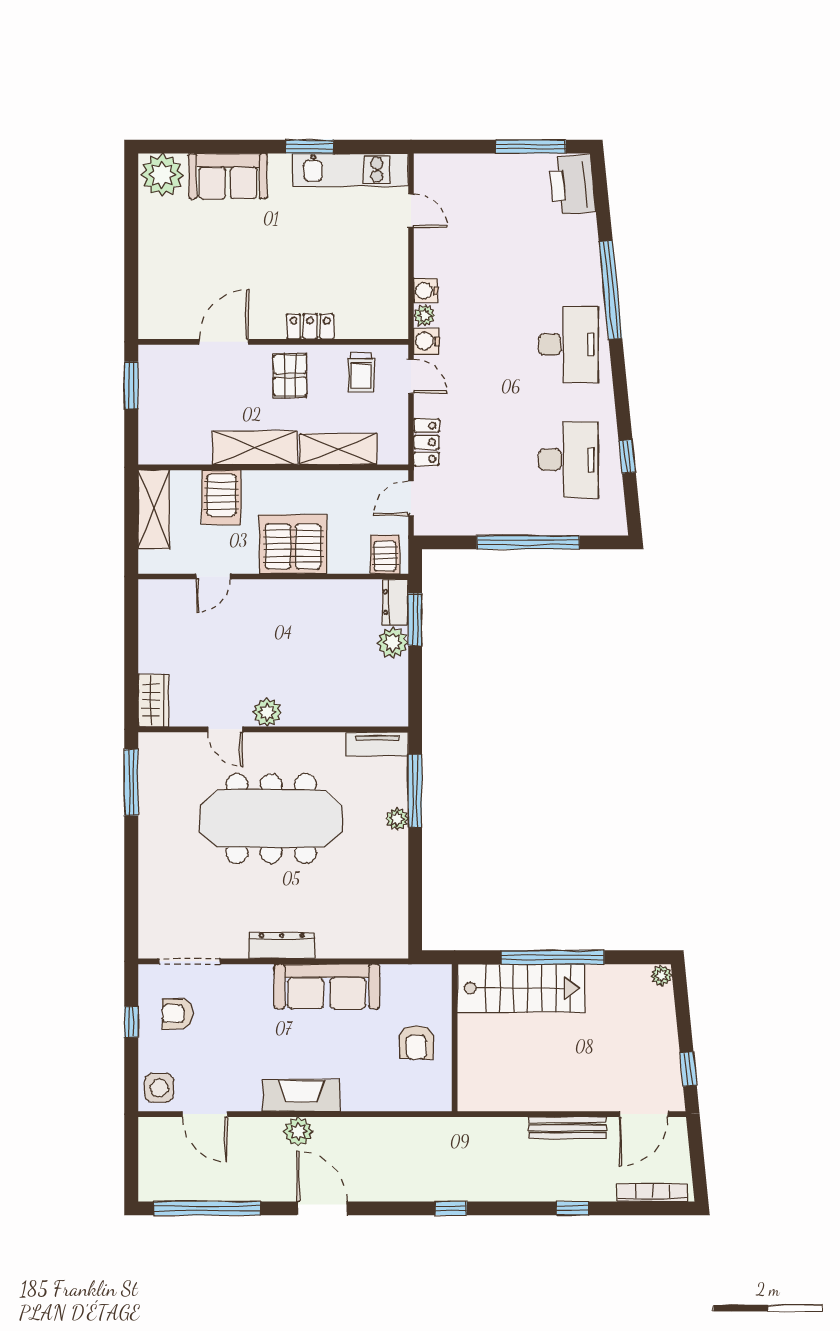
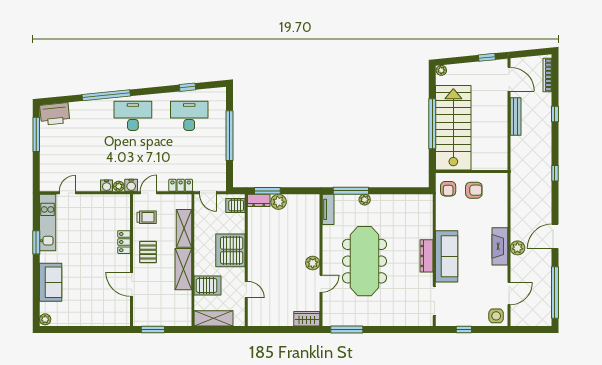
plant: (162, 175) -> (45, 319), width x0.53, depth x0.53
pallet: (290, 375) -> (148, 252), turned 90
sofa: (327, 987) -> (447, 256), moved
stairs: (521, 988) -> (453, 128), width x1.36, depth x1.51
armchair: (177, 1014) -> (448, 189), moved

